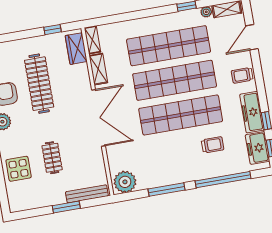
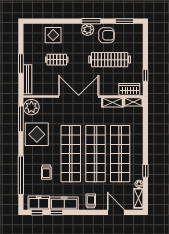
double door: (98, 118) -> (79, 97), swing flipped
display table: (162, 167) -> (37, 134), added
window: (166, 190) -> (21, 119), moved

